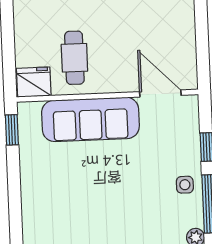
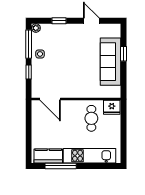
sofa: (90, 119) -> (111, 62), moved, turned -90
window: (12, 130) -> (123, 54), moved

